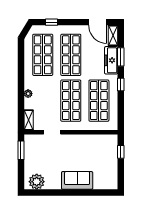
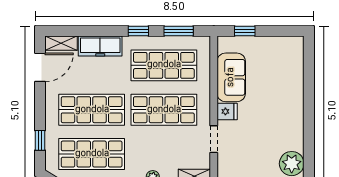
window: (121, 57) -> (179, 31), moved
fridge: (70, 141) -> (227, 111), added
sofa: (77, 180) -> (231, 77), moved, turned 180

